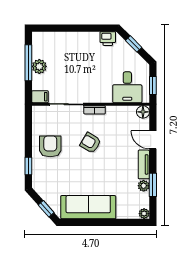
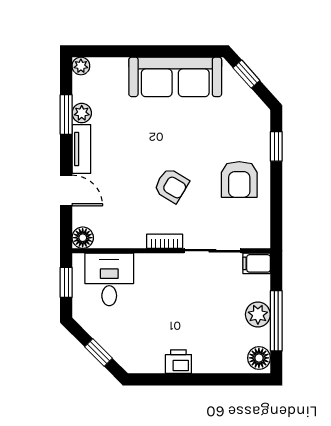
printer: (108, 39) -> (178, 362), moved
floor lamp: (39, 41) -> (259, 358), added

